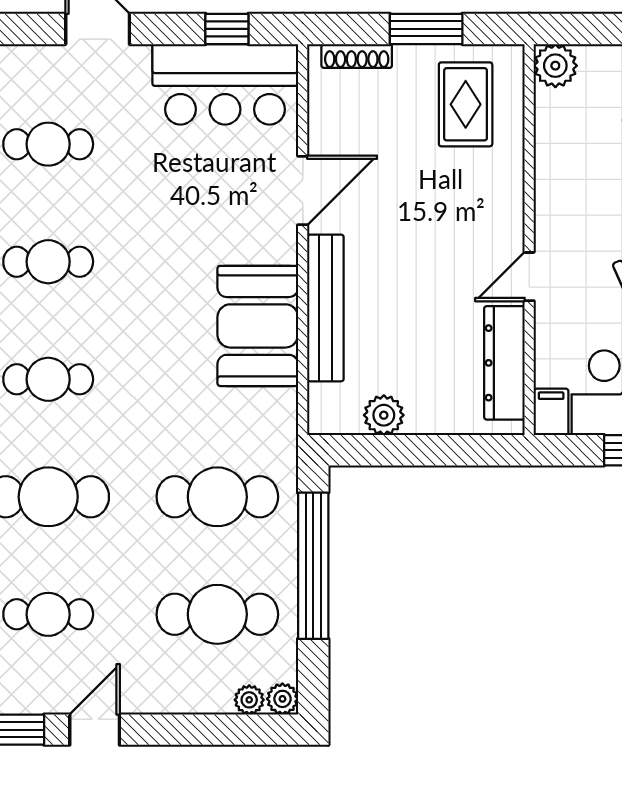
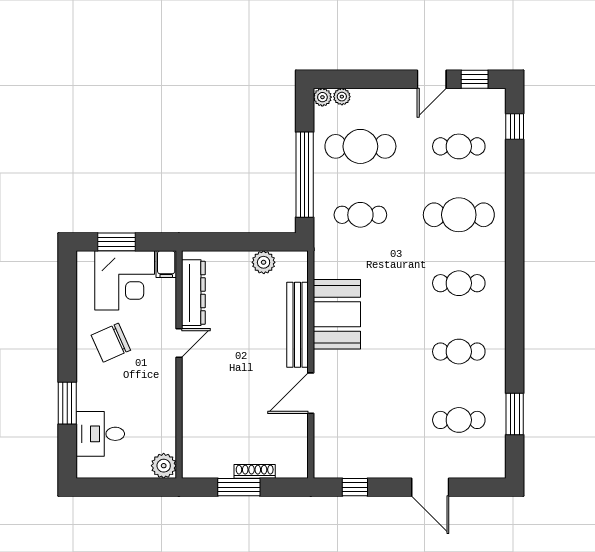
shoe rack: (357, 56) -> (255, 471), moved
bar counter: (225, 84) -> (356, 455), removed
rug: (466, 104) -> (216, 443), removed
cafe table: (217, 497) -> (360, 215), width x0.73, depth x0.74

